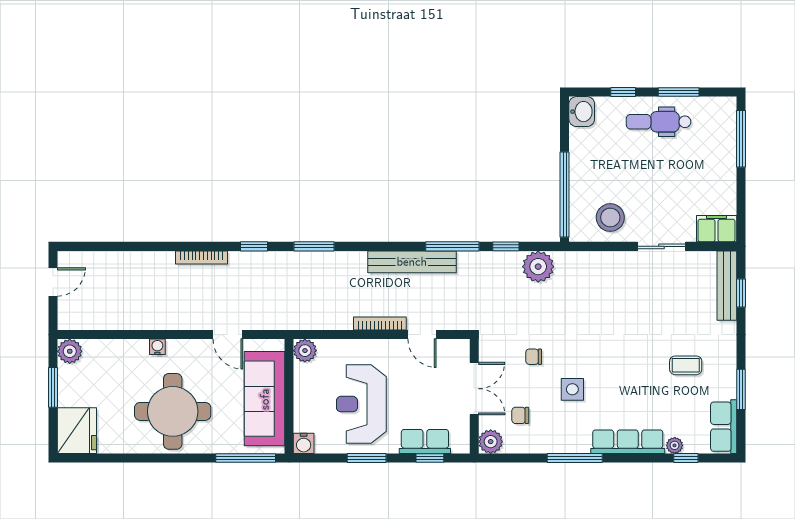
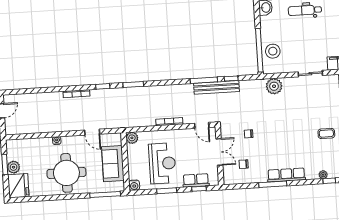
stool: (610, 217) -> (273, 51), moved
bench: (412, 262) -> (217, 87), moved
plant: (538, 267) -> (274, 86), moved
door: (422, 335) -> (202, 125), moved
plant: (70, 351) -> (14, 167), moved
side table: (572, 389) -> (269, 149), removed
sofa: (265, 399) -> (113, 164), width x0.73
reception desk: (361, 404) -> (162, 163), turned 180
plant: (491, 442) -> (229, 178), removed
row of seats: (628, 442) -> (286, 175), moved

